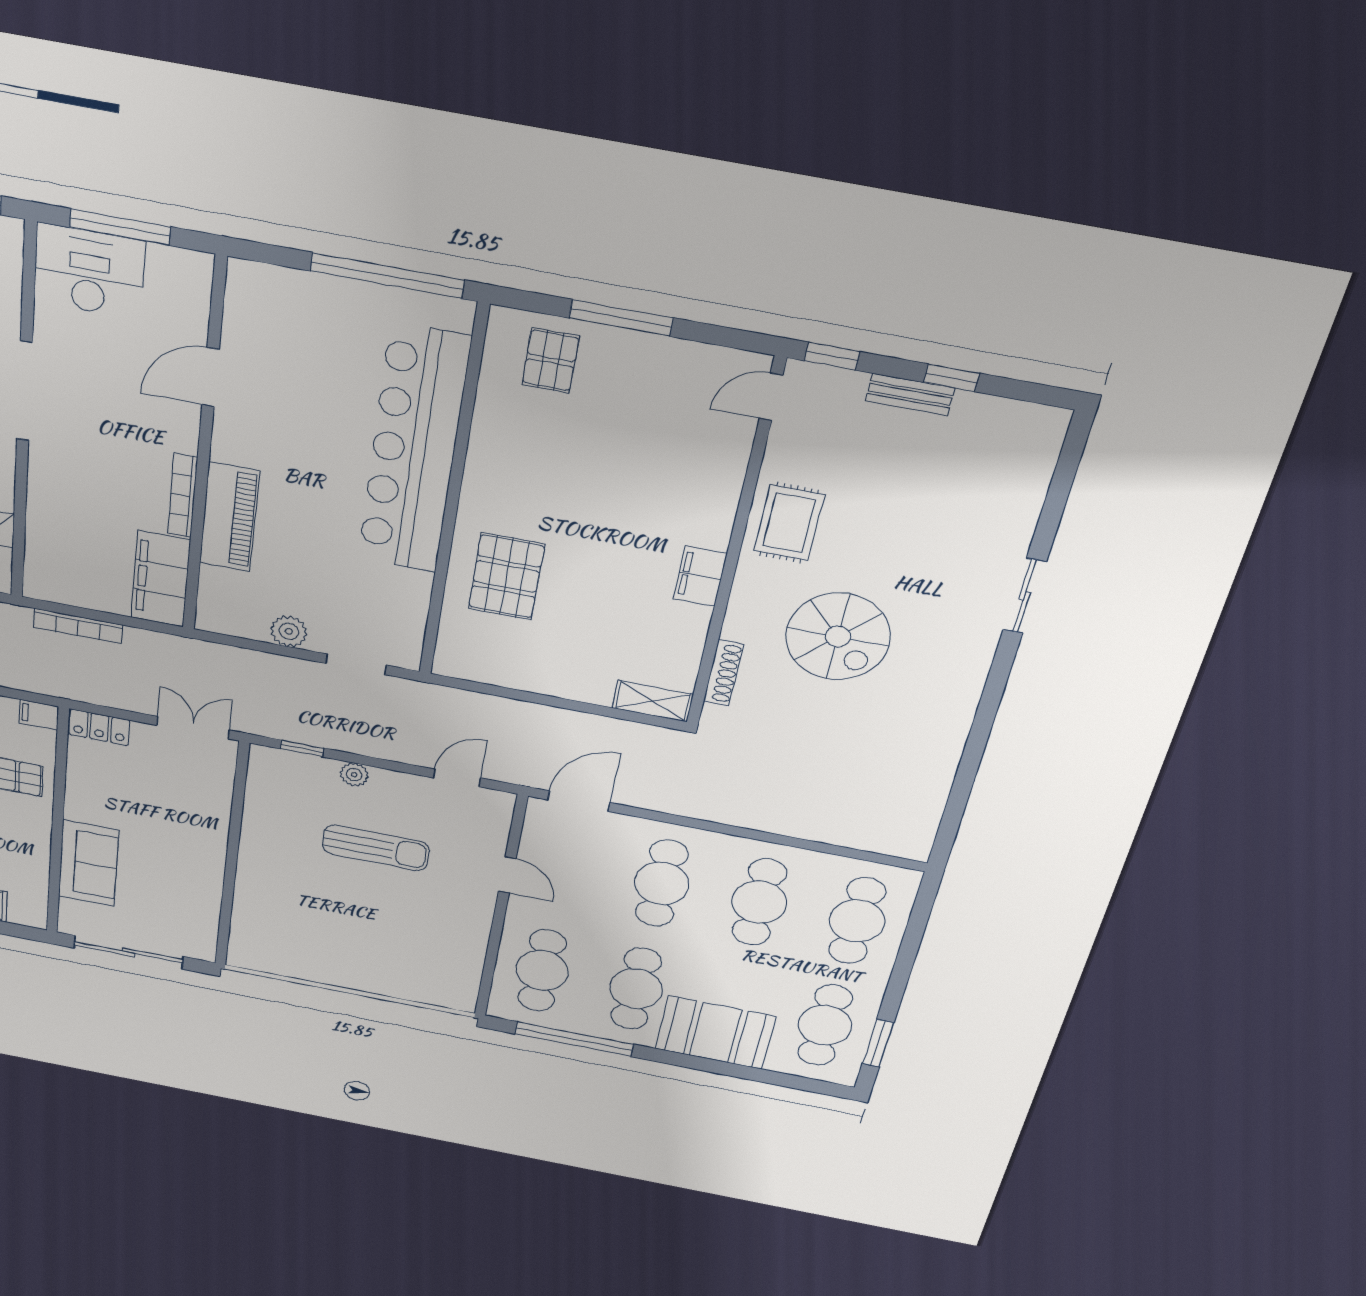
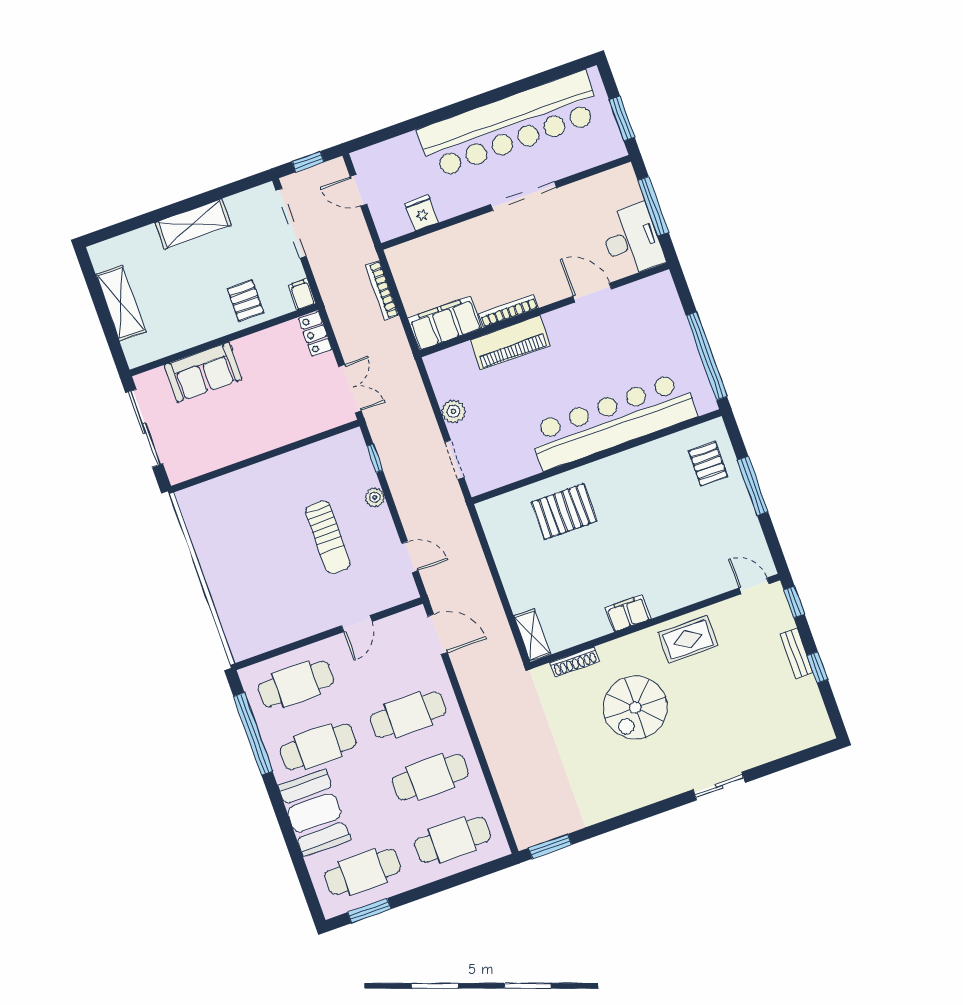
desk: (89, 271) -> (632, 240), moved
pallet: (551, 360) -> (708, 464), turned 90
window: (949, 827) -> (550, 846), added

